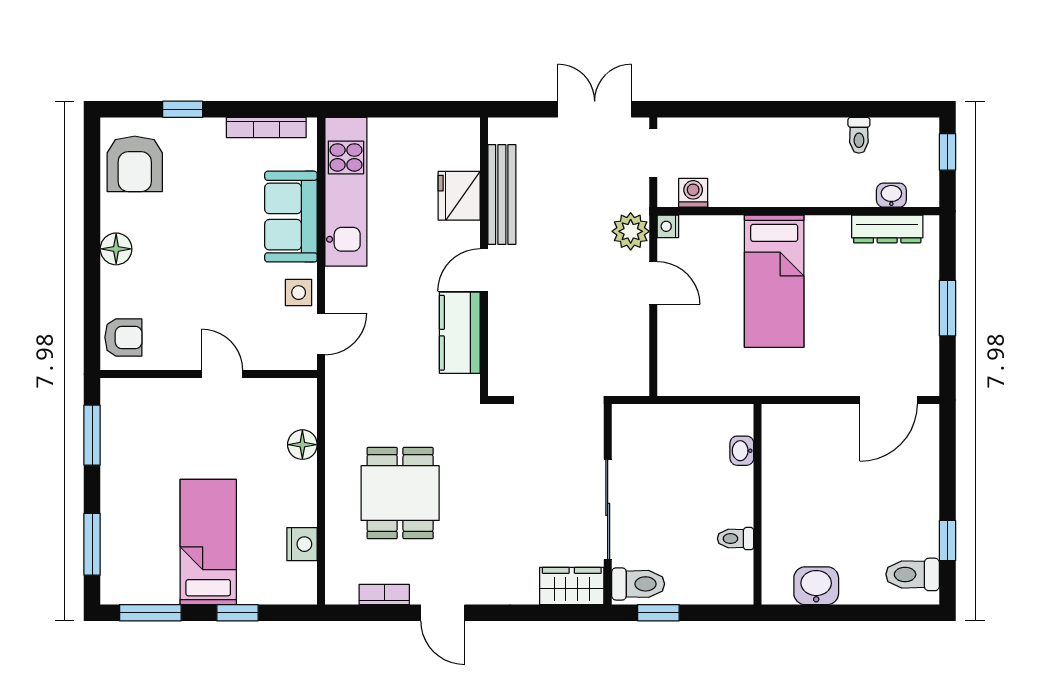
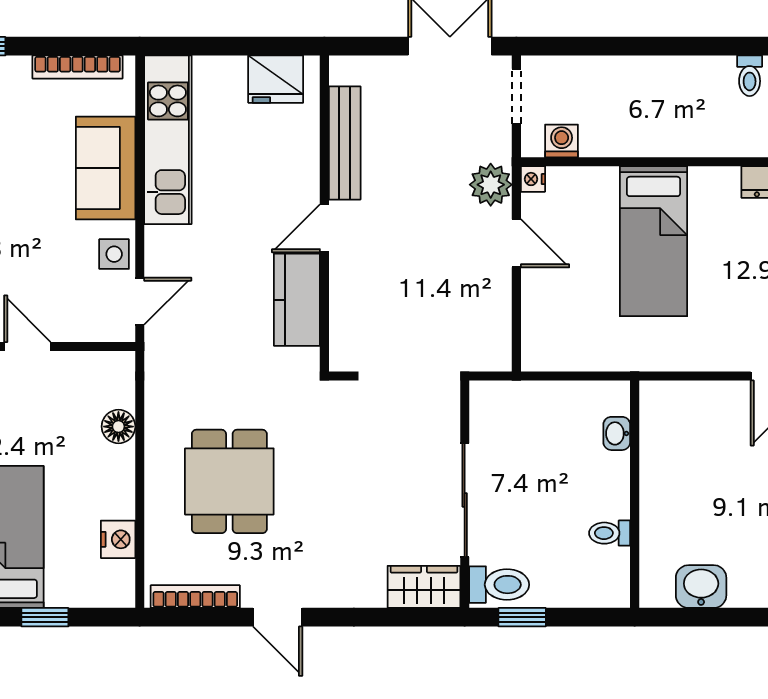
fridge: (459, 196) -> (276, 79), moved, turned -90
bookcase: (384, 595) -> (195, 597), width x1.56

